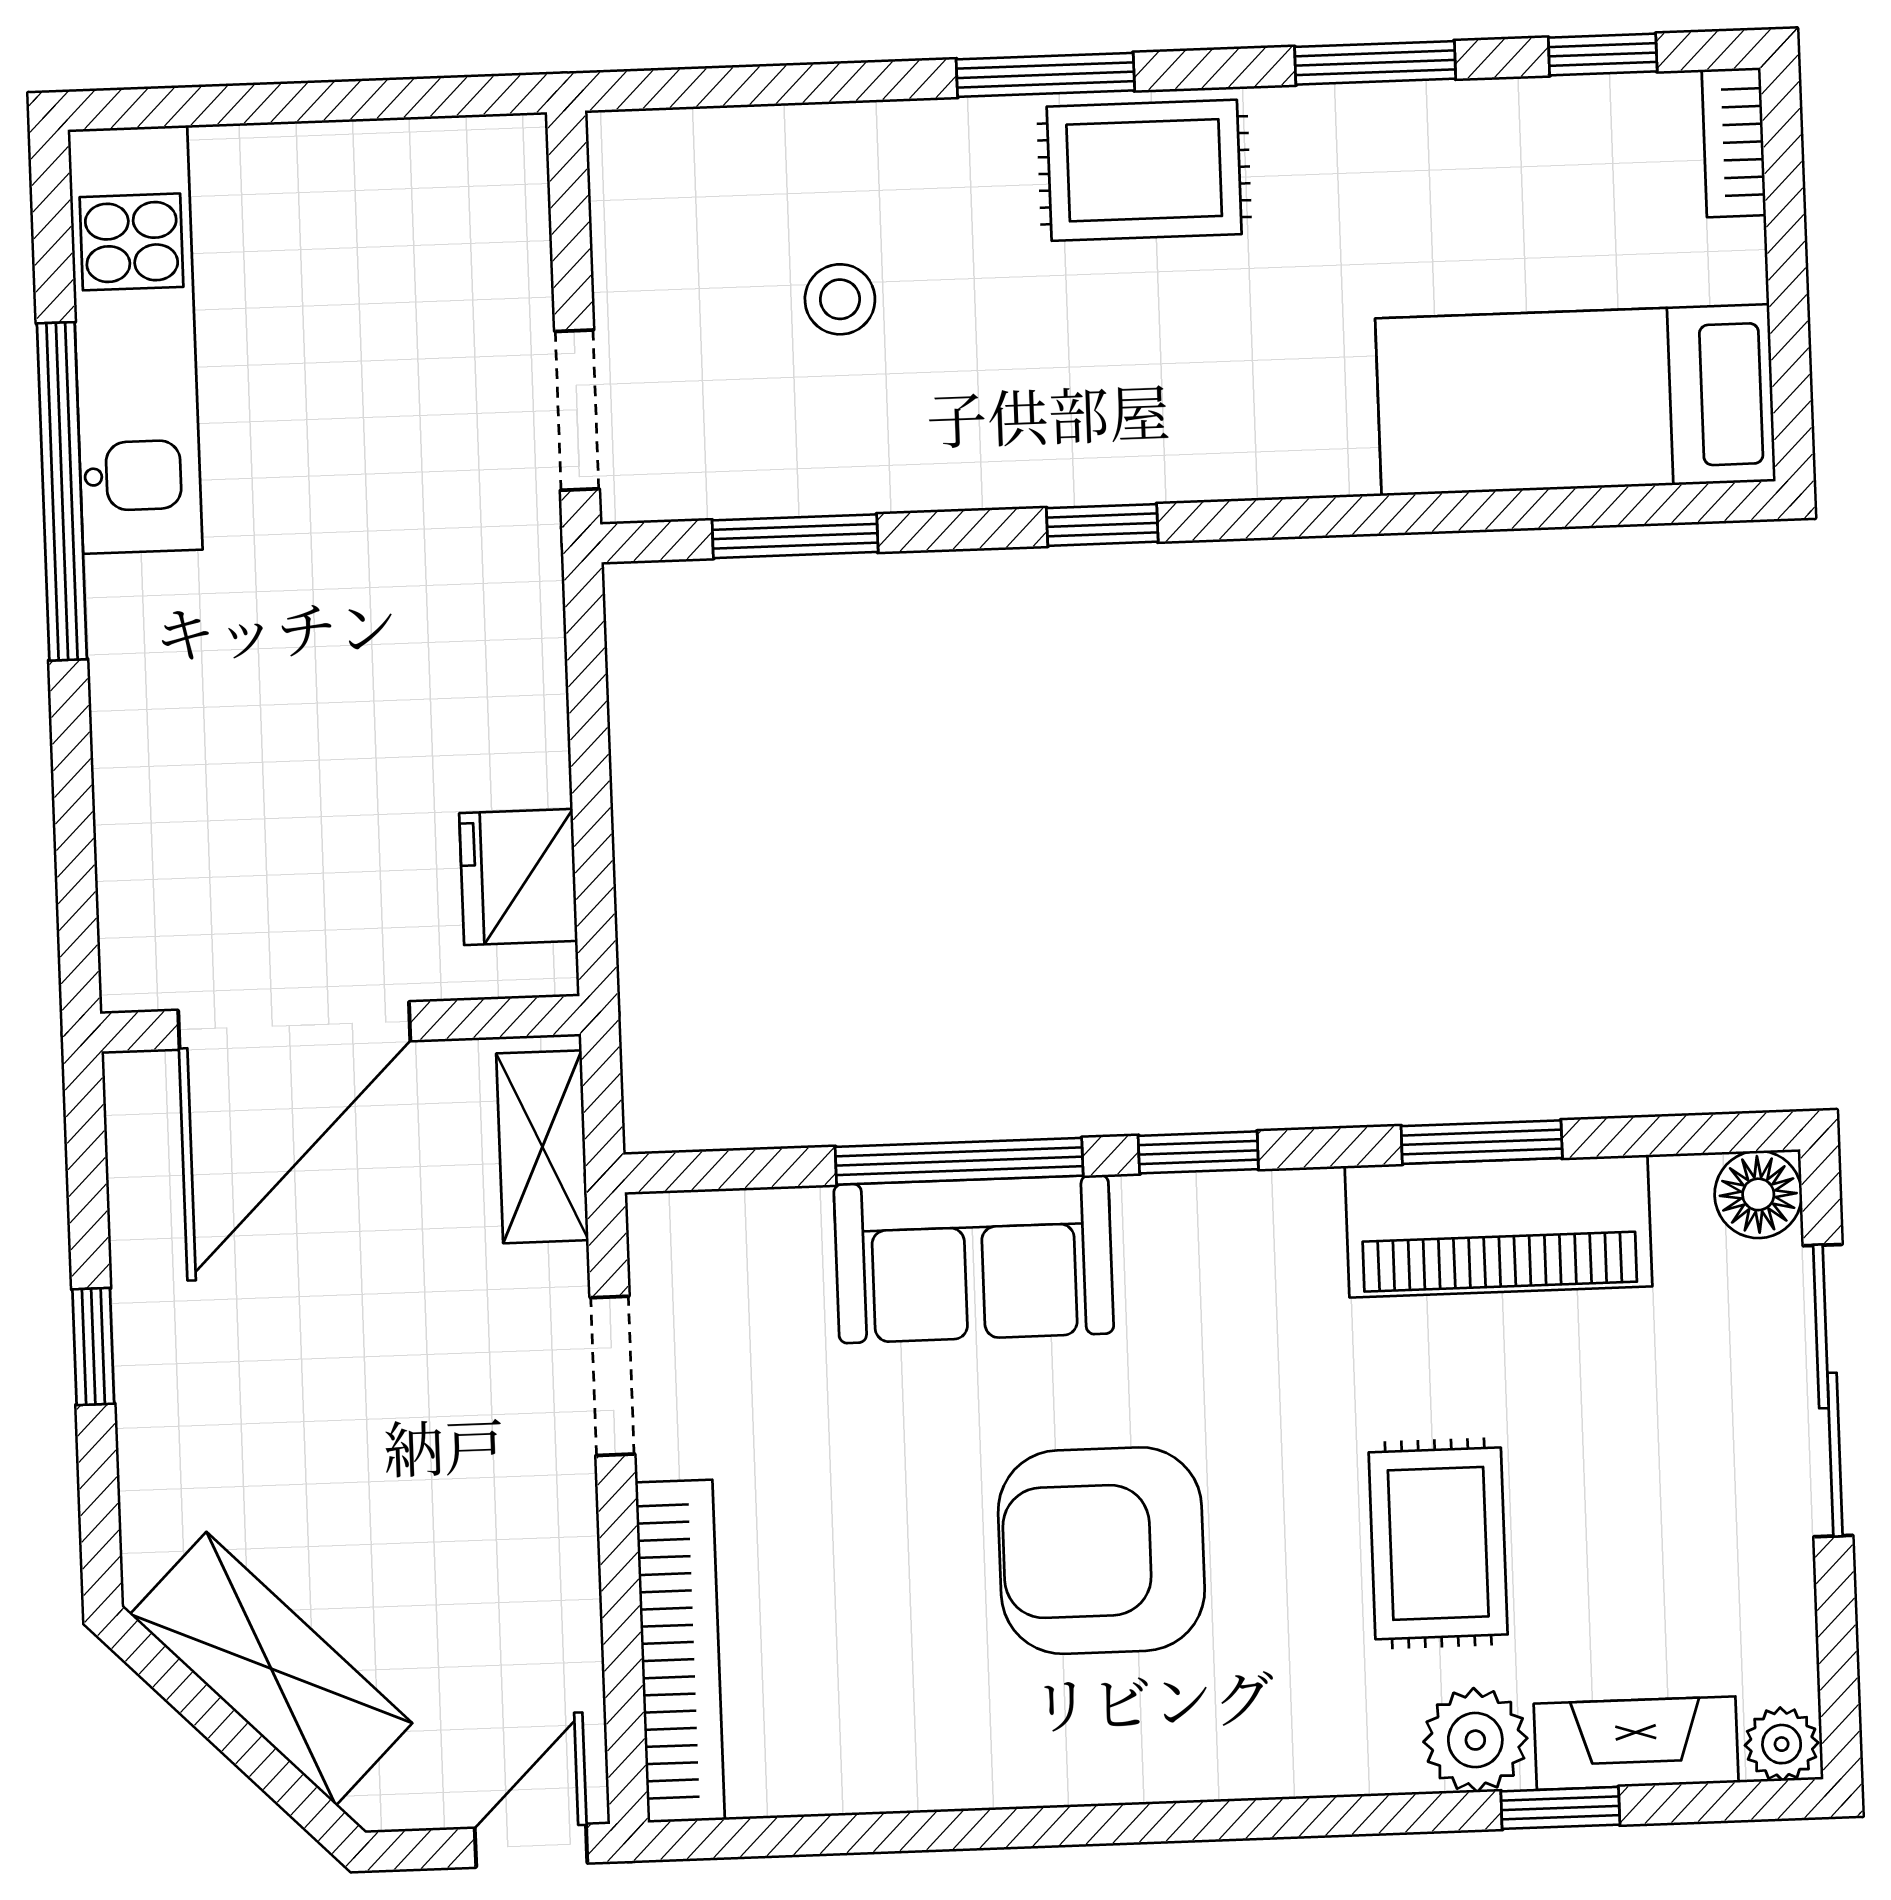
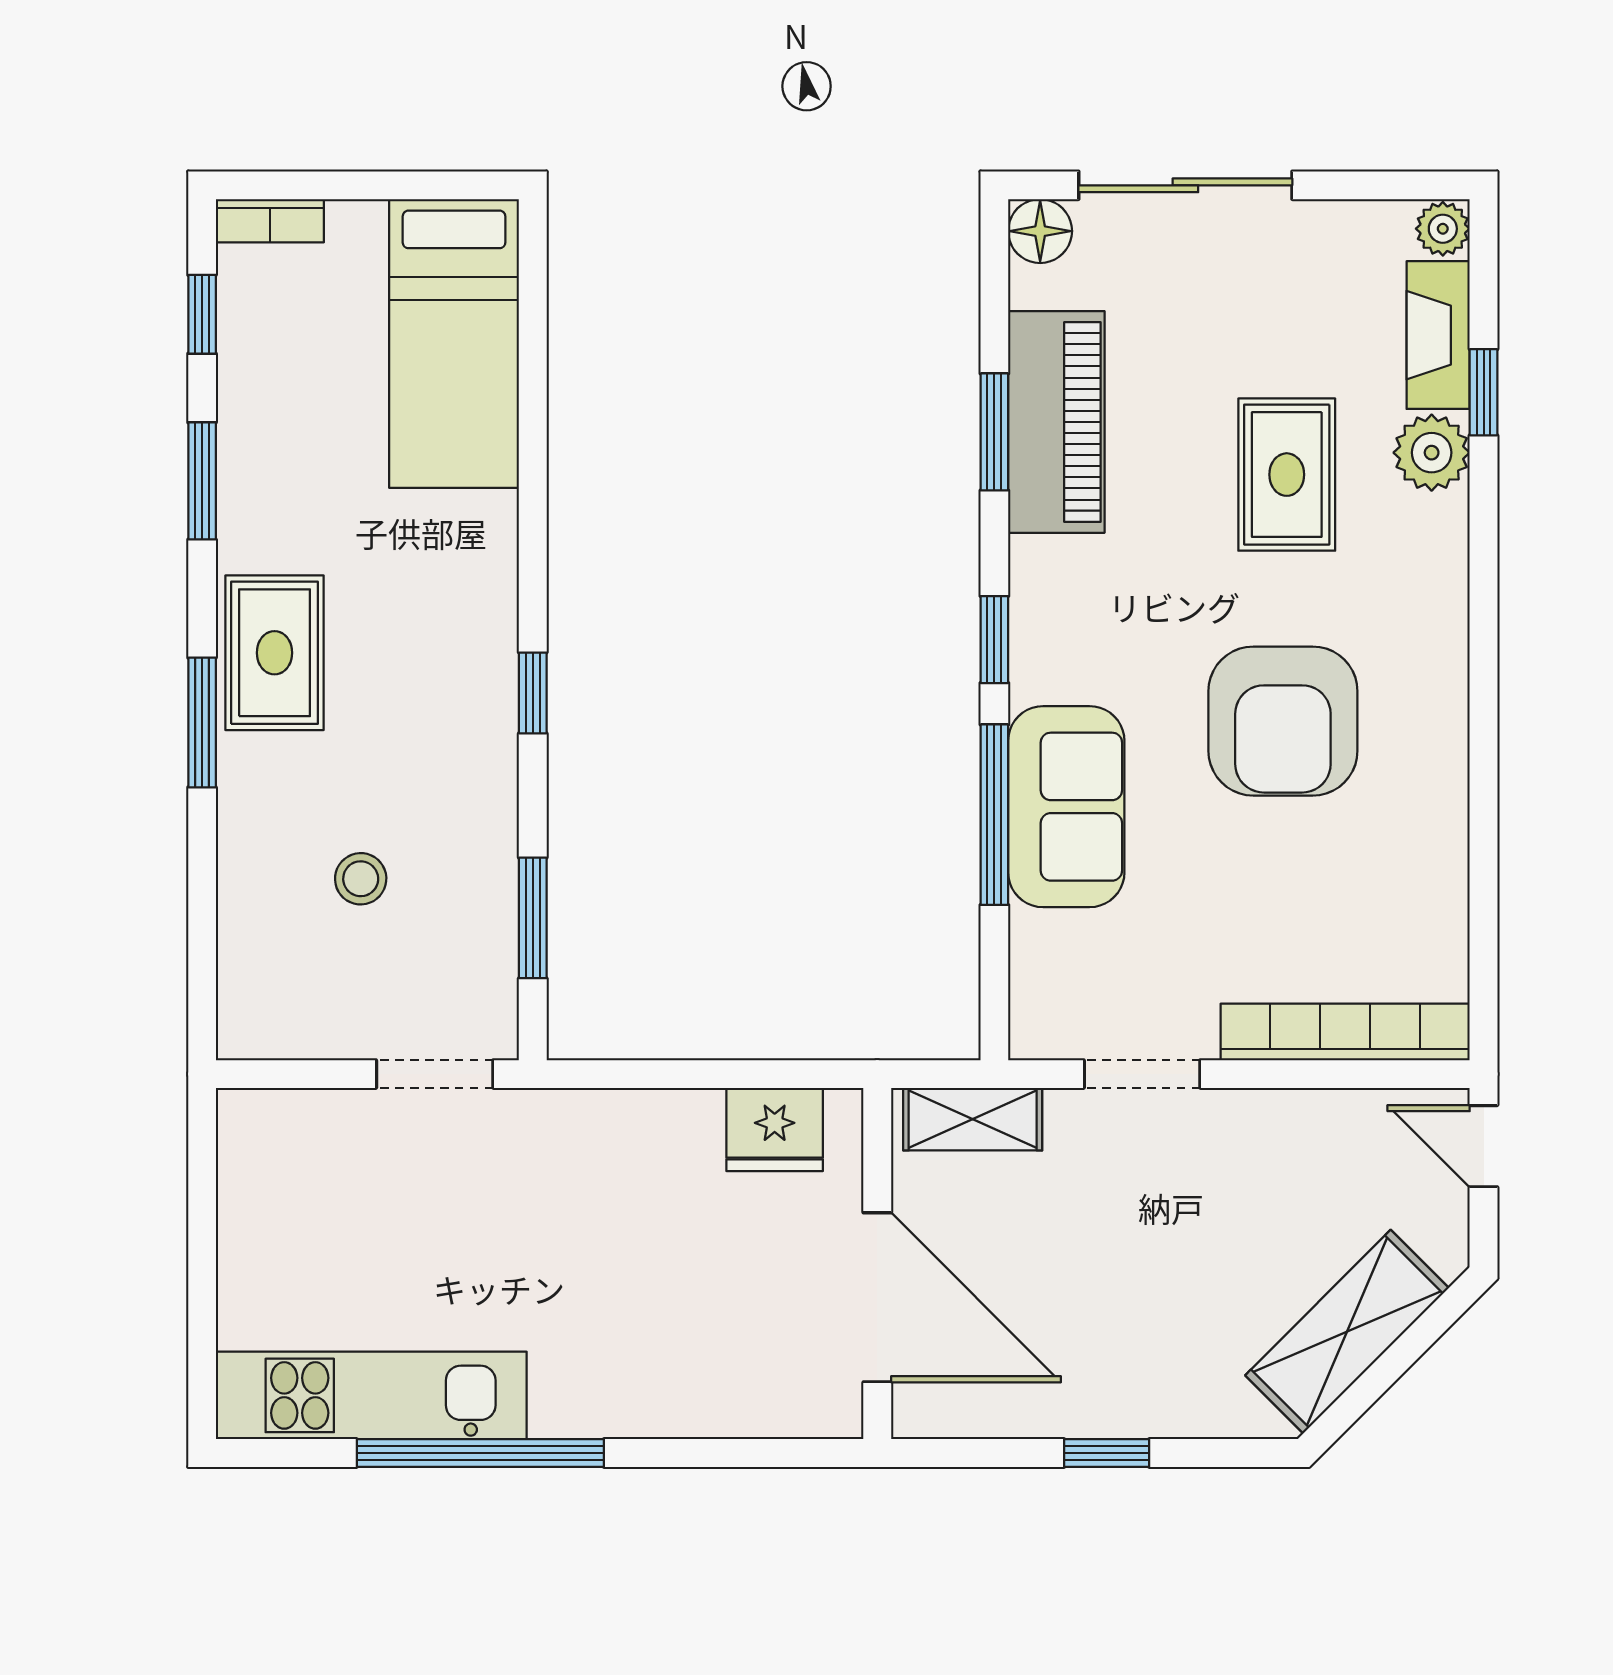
rug: (1438, 1543) -> (1287, 475), turned 90

